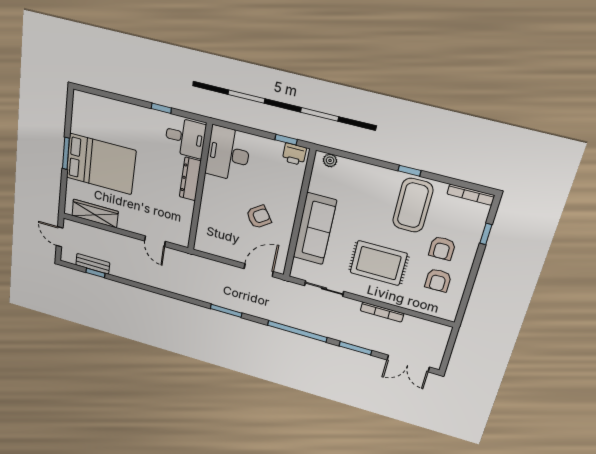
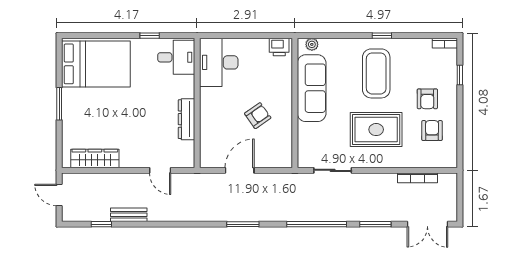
window: (286, 140) -> (269, 36), removed
bed: (101, 164) -> (96, 64), moved
dresser: (190, 179) -> (187, 119), moved
bookcase: (471, 195) -> (445, 43), width x0.64
coffee table: (413, 205) -> (376, 73), moved
sofa: (315, 229) -> (312, 88), moved
bench: (93, 264) -> (129, 215), moved
door: (259, 270) -> (240, 170), moved
armchair: (438, 280) -> (432, 131), turned 180
bookcase: (382, 312) -> (417, 178), moved

